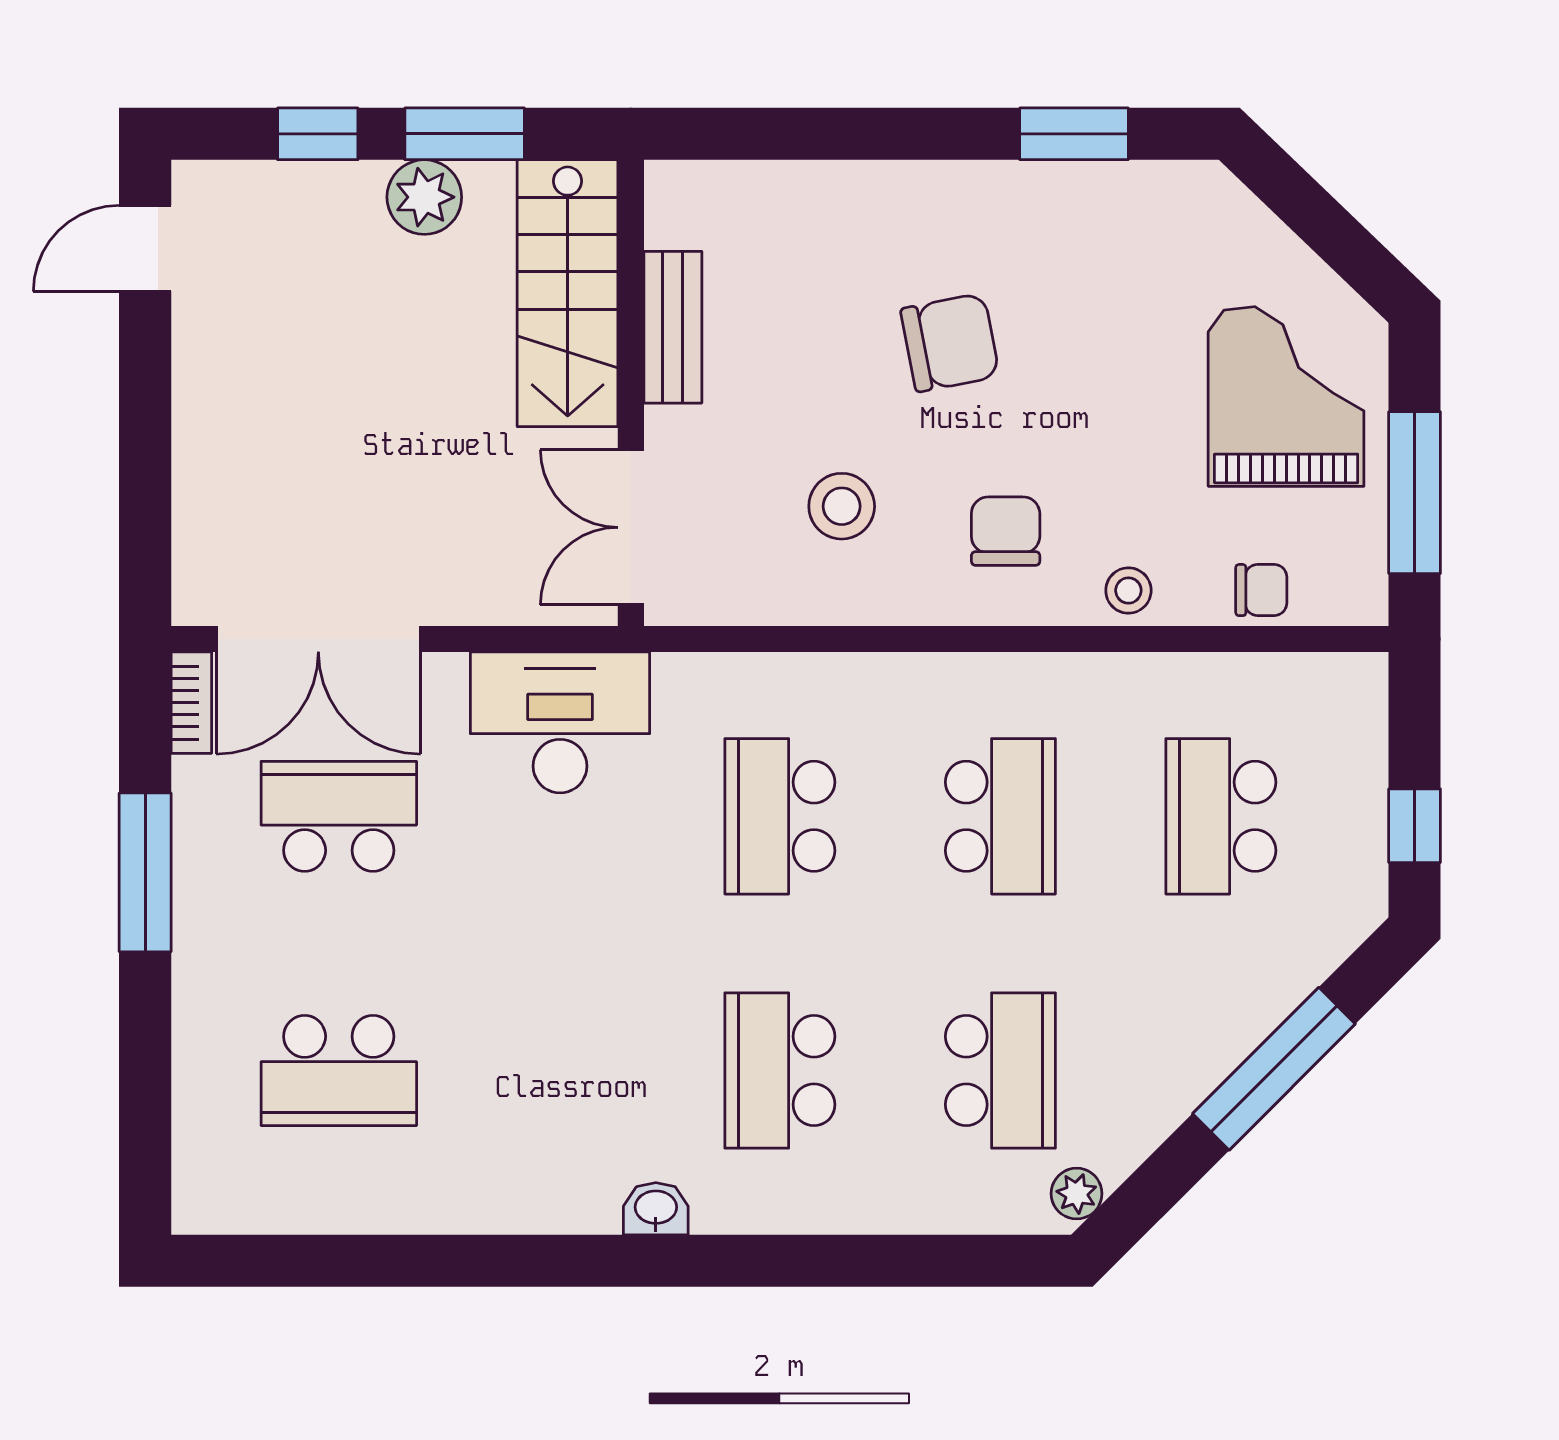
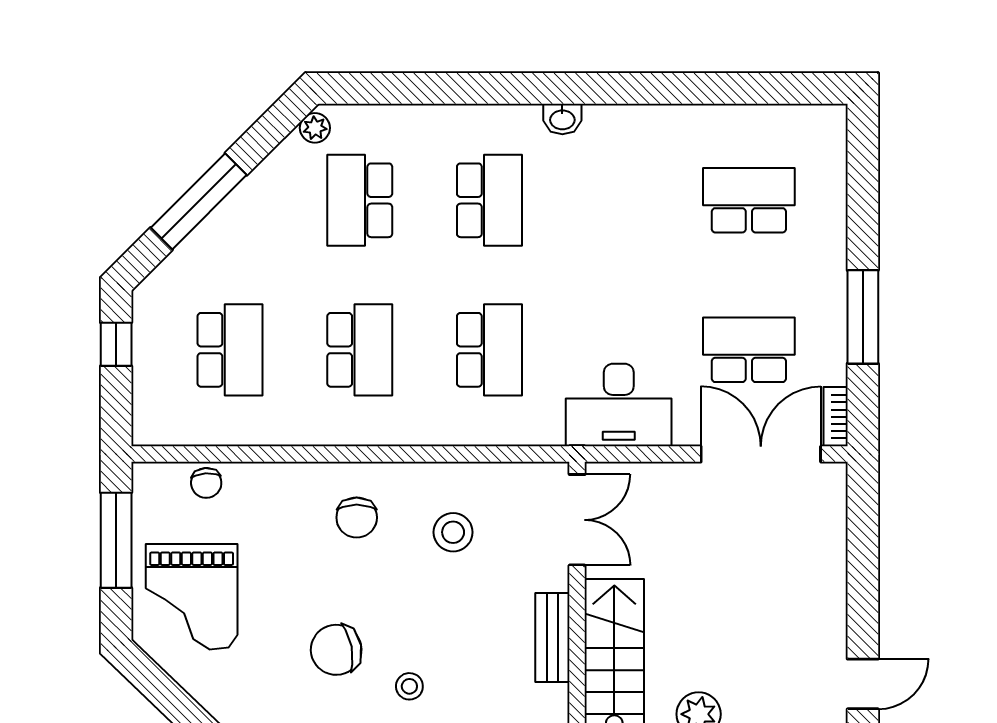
chair: (950, 343) -> (336, 650), moved
chair: (1261, 590) -> (206, 483), turned -94
stool: (1128, 591) -> (409, 686), moved
school desk: (339, 816) -> (749, 350), turned 180
school desk: (1000, 816) -> (360, 350), turned 180

